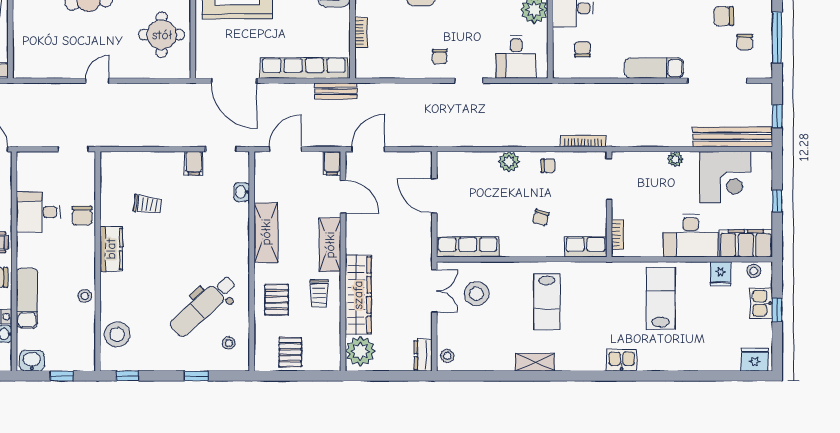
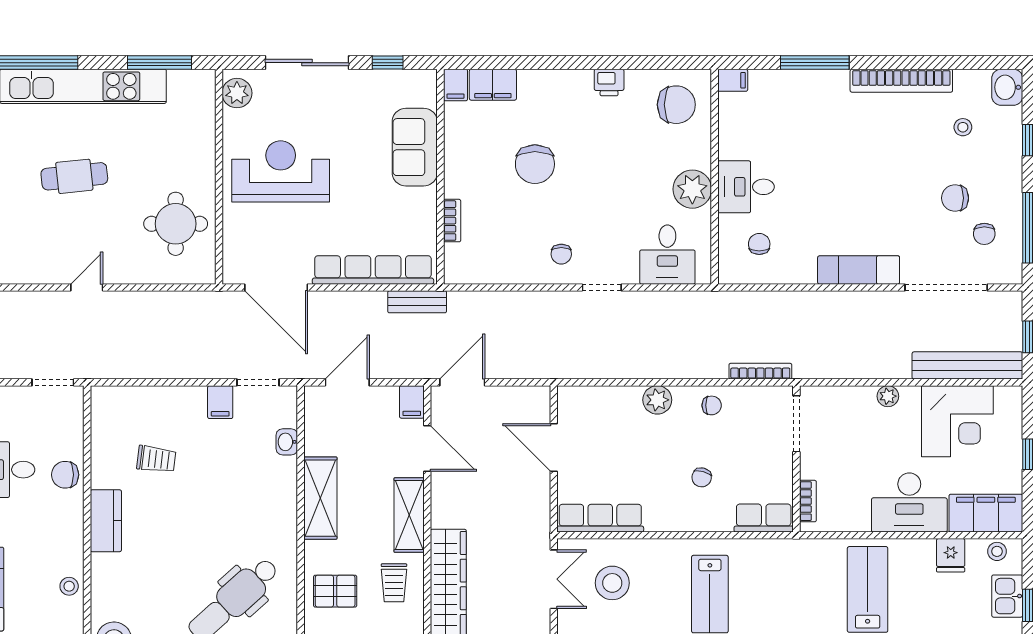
chair: (82, 216) -> (65, 475), turned 90
pallet: (277, 300) -> (335, 591), turned 90

